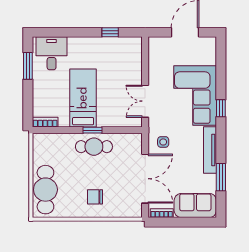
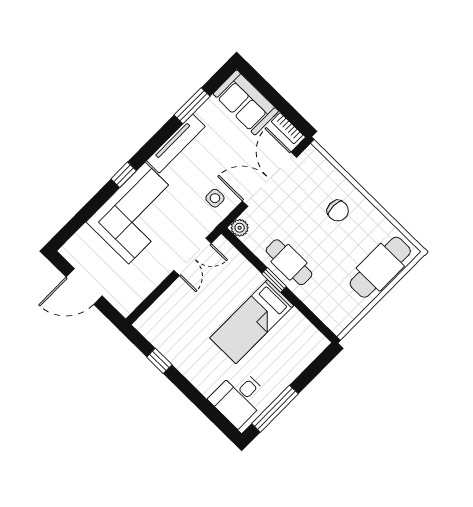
window: (28, 66) -> (275, 409), width x1.44
bookcase: (45, 122) -> (314, 335), removed
plant: (136, 139) -> (240, 228), added

